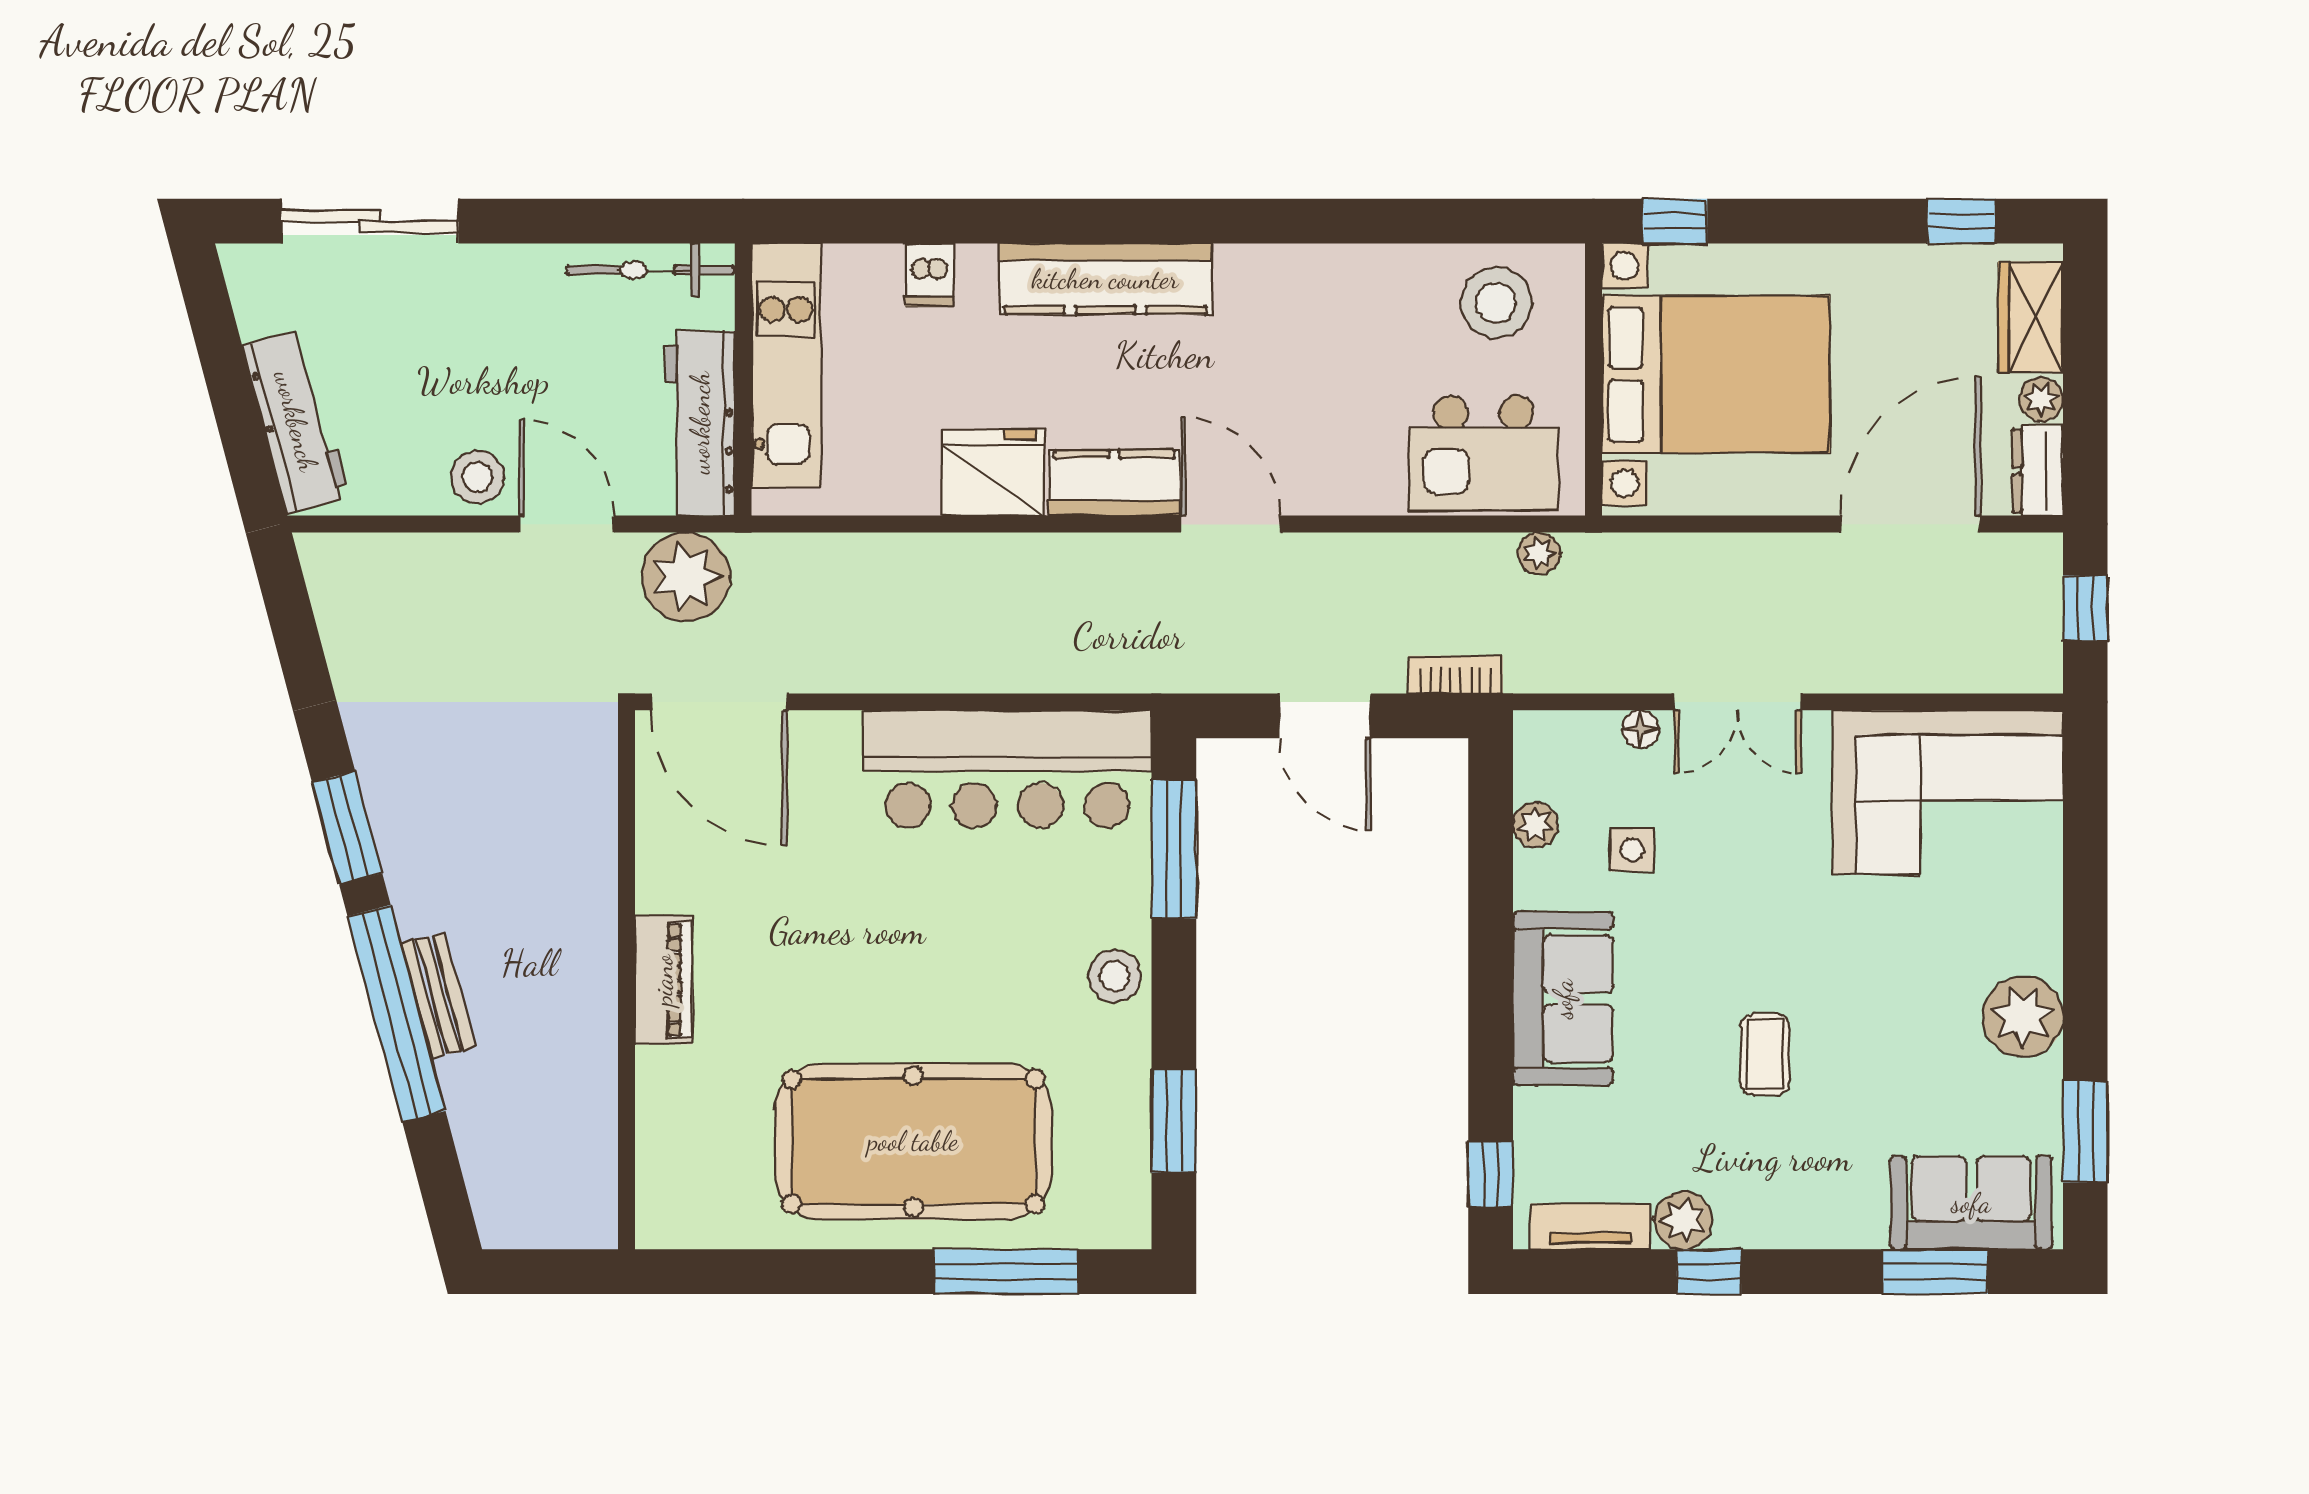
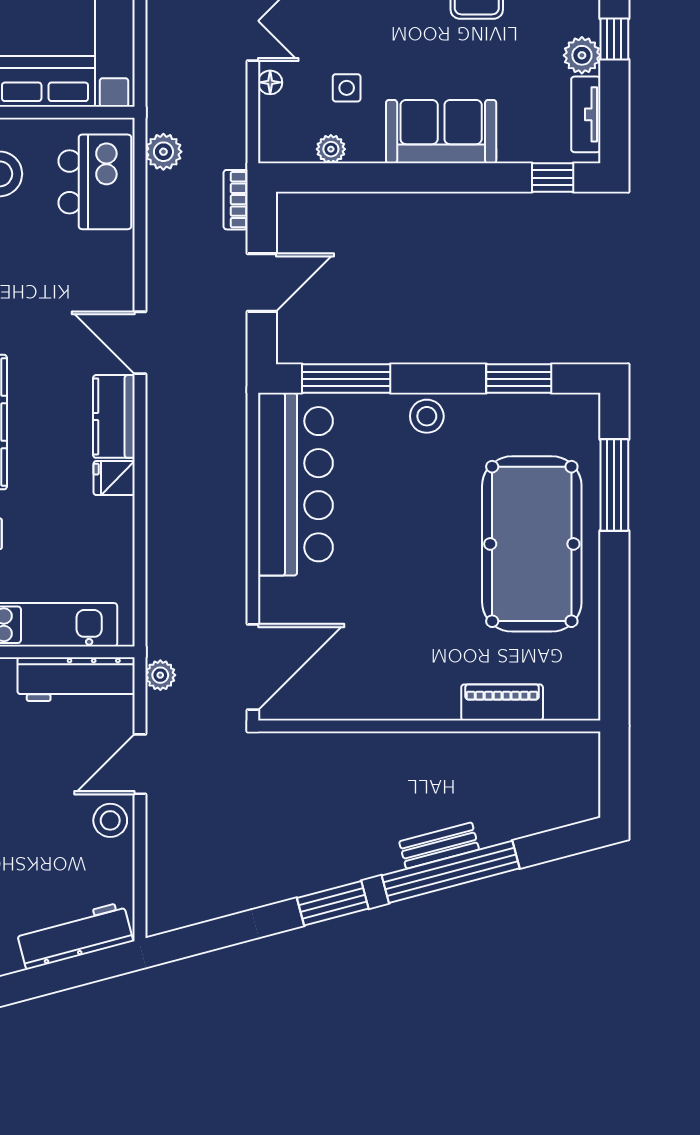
fridge: (993, 472) -> (114, 478), width x0.53, depth x0.75
door: (1230, 524) -> (140, 343), hinge flipped
plant: (1539, 553) -> (163, 152), width x1.38, depth x1.38
plant: (686, 577) -> (160, 675), width x0.53, depth x0.53
piano: (663, 980) -> (502, 702), moved

